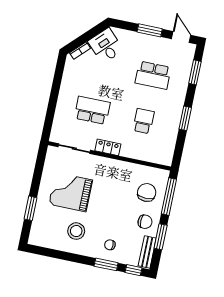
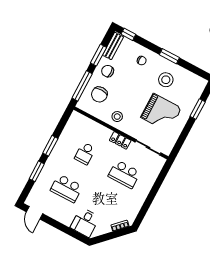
window: (150, 30) -> (59, 226), removed
desk: (106, 46) -> (85, 222), moved, turned 45
window: (195, 72) -> (37, 171), moved
school desk: (153, 75) -> (66, 188), turned 180
stool: (119, 173) -> (117, 117), added
window: (106, 264) -> (169, 56), moved

